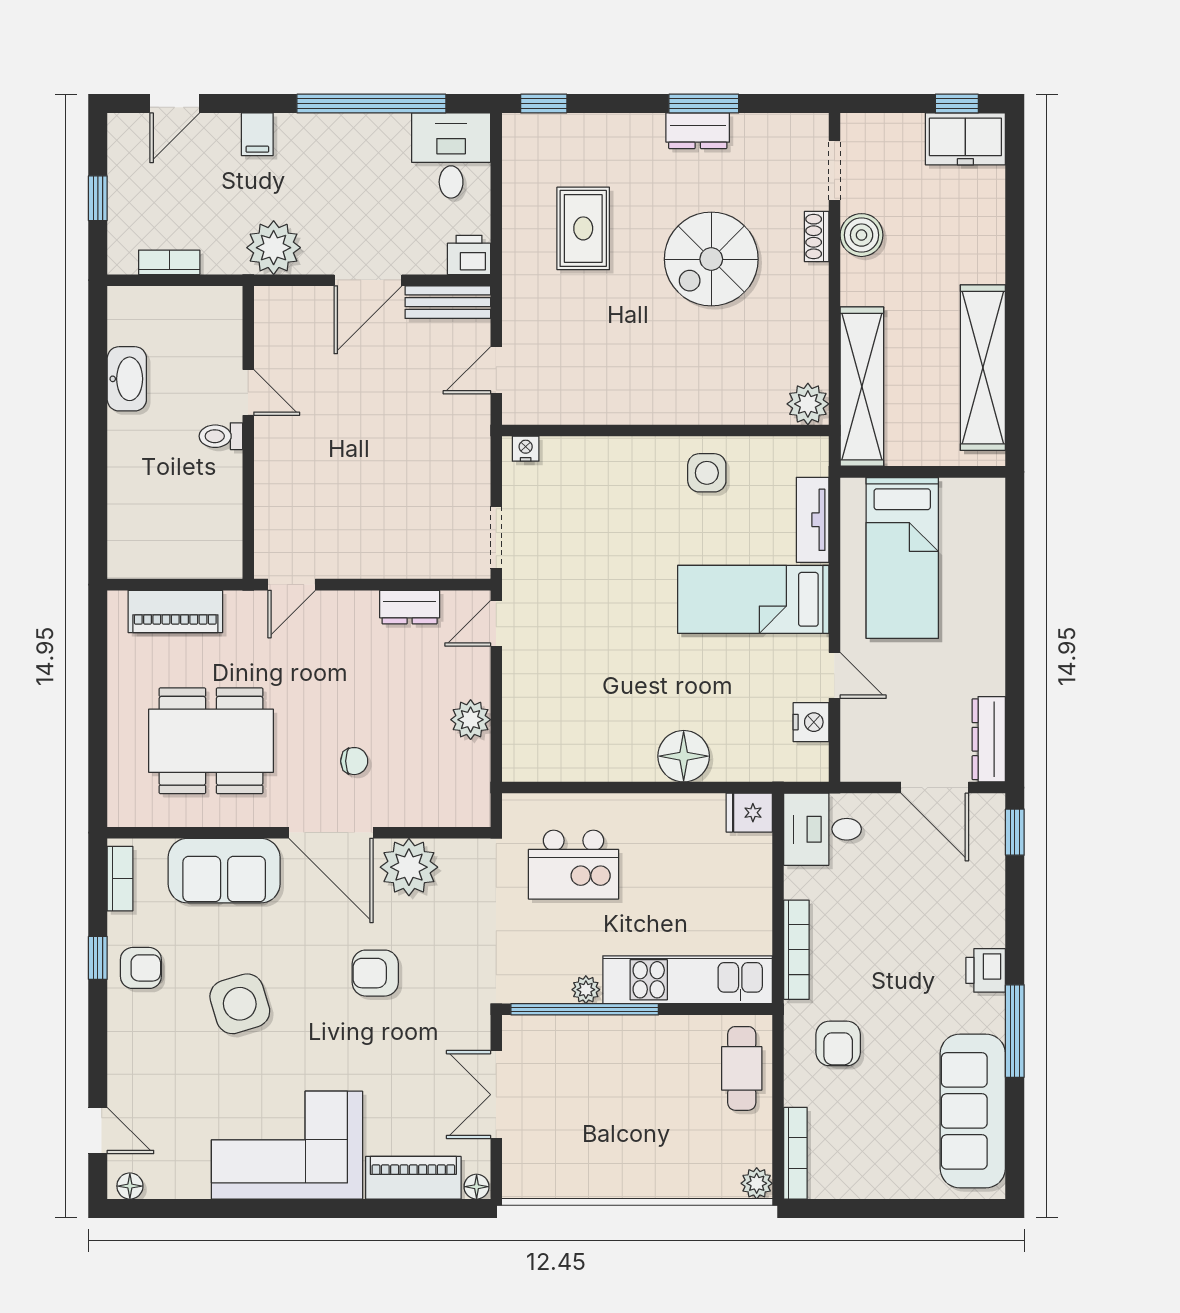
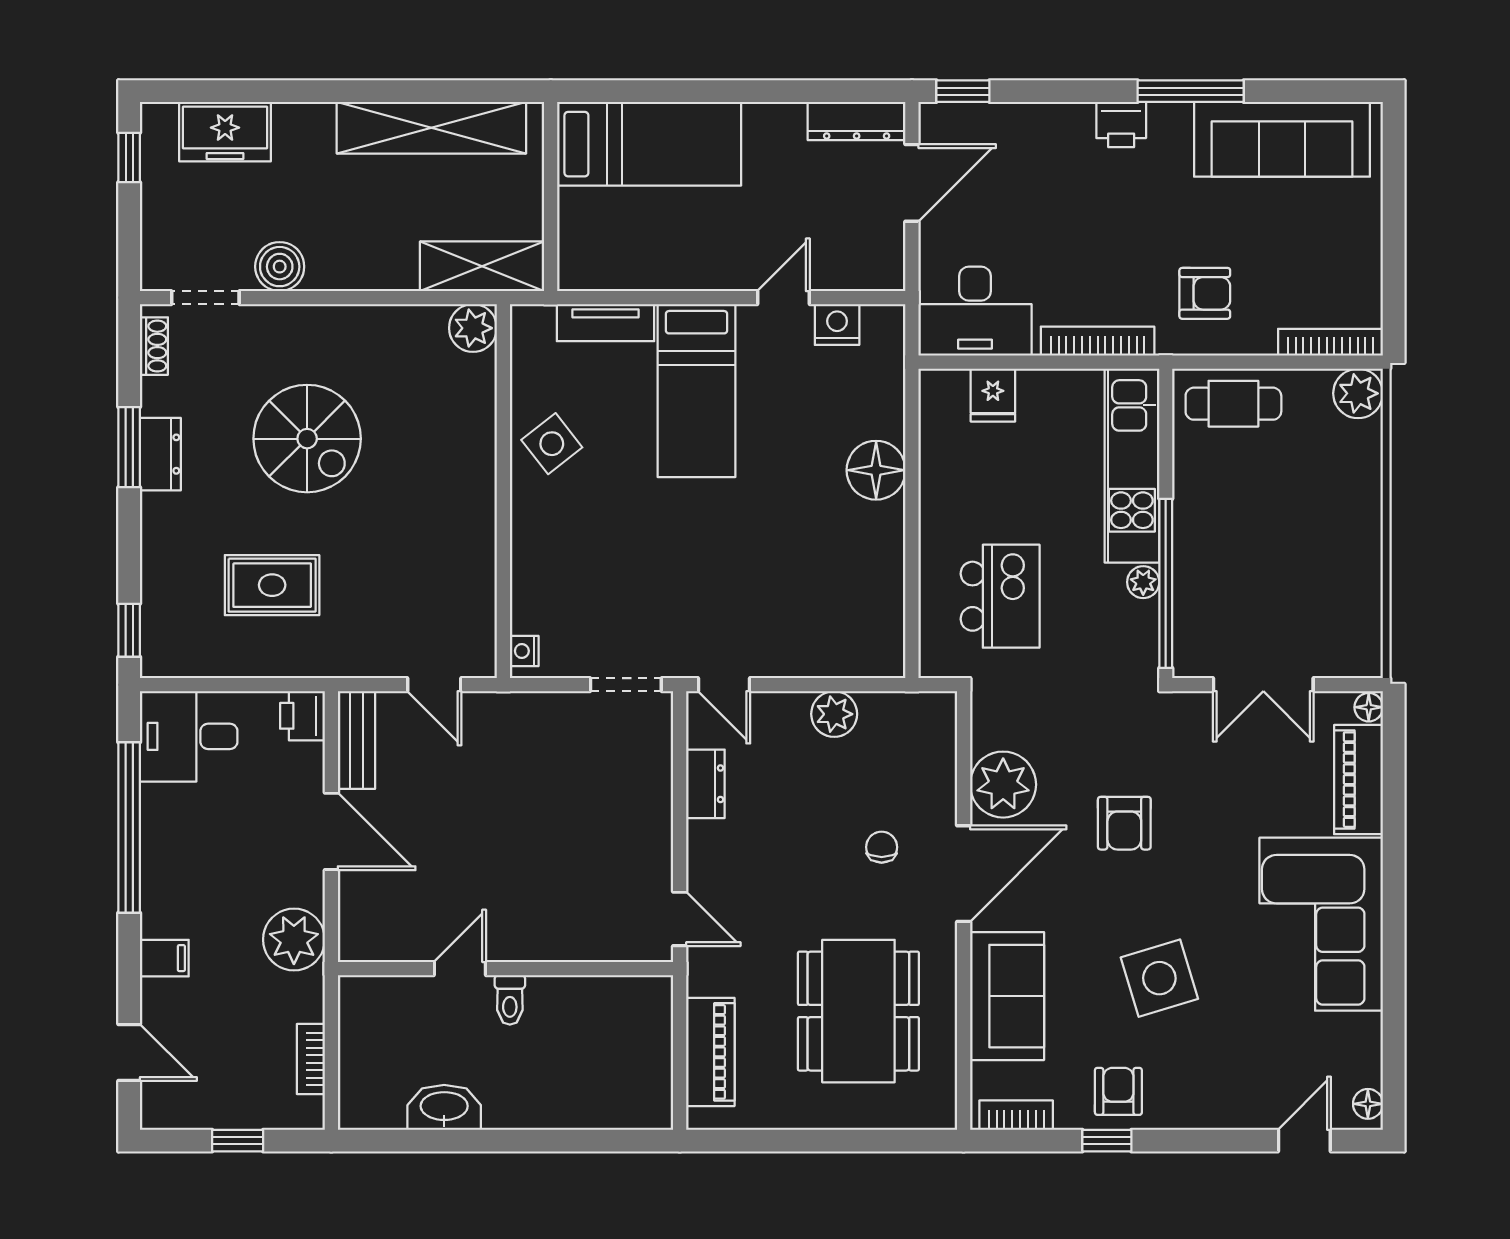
freezer: (965, 139) -> (225, 132), moved, turned 90
shoe rack: (817, 236) -> (154, 346), moved, turned -90
shelving: (862, 387) -> (482, 266), width x0.68
side table: (707, 473) -> (552, 444), turned -38
bed: (902, 558) -> (649, 144), moved
fridge: (749, 813) -> (993, 395), moved
desk: (823, 829) -> (975, 311), width x1.37
plant: (757, 1183) -> (1358, 393), width x1.38, depth x1.38

